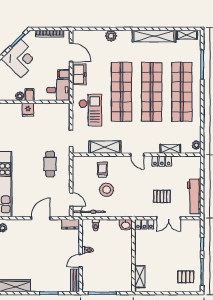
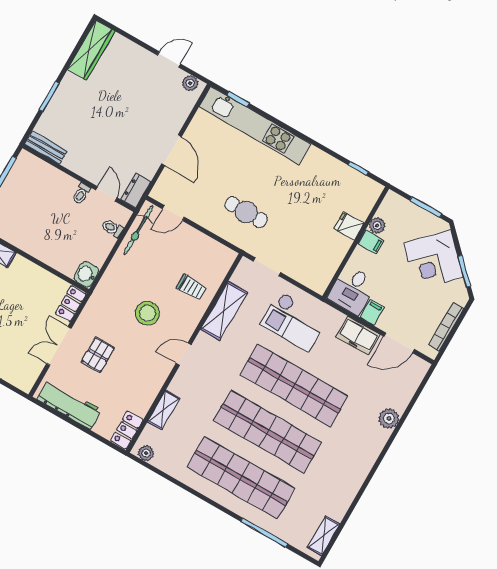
shelving: (154, 36) -> (351, 484), removed
locker: (162, 161) -> (127, 430), moved
stool: (107, 190) -> (147, 313), moved
door: (81, 261) -> (106, 194), moved

